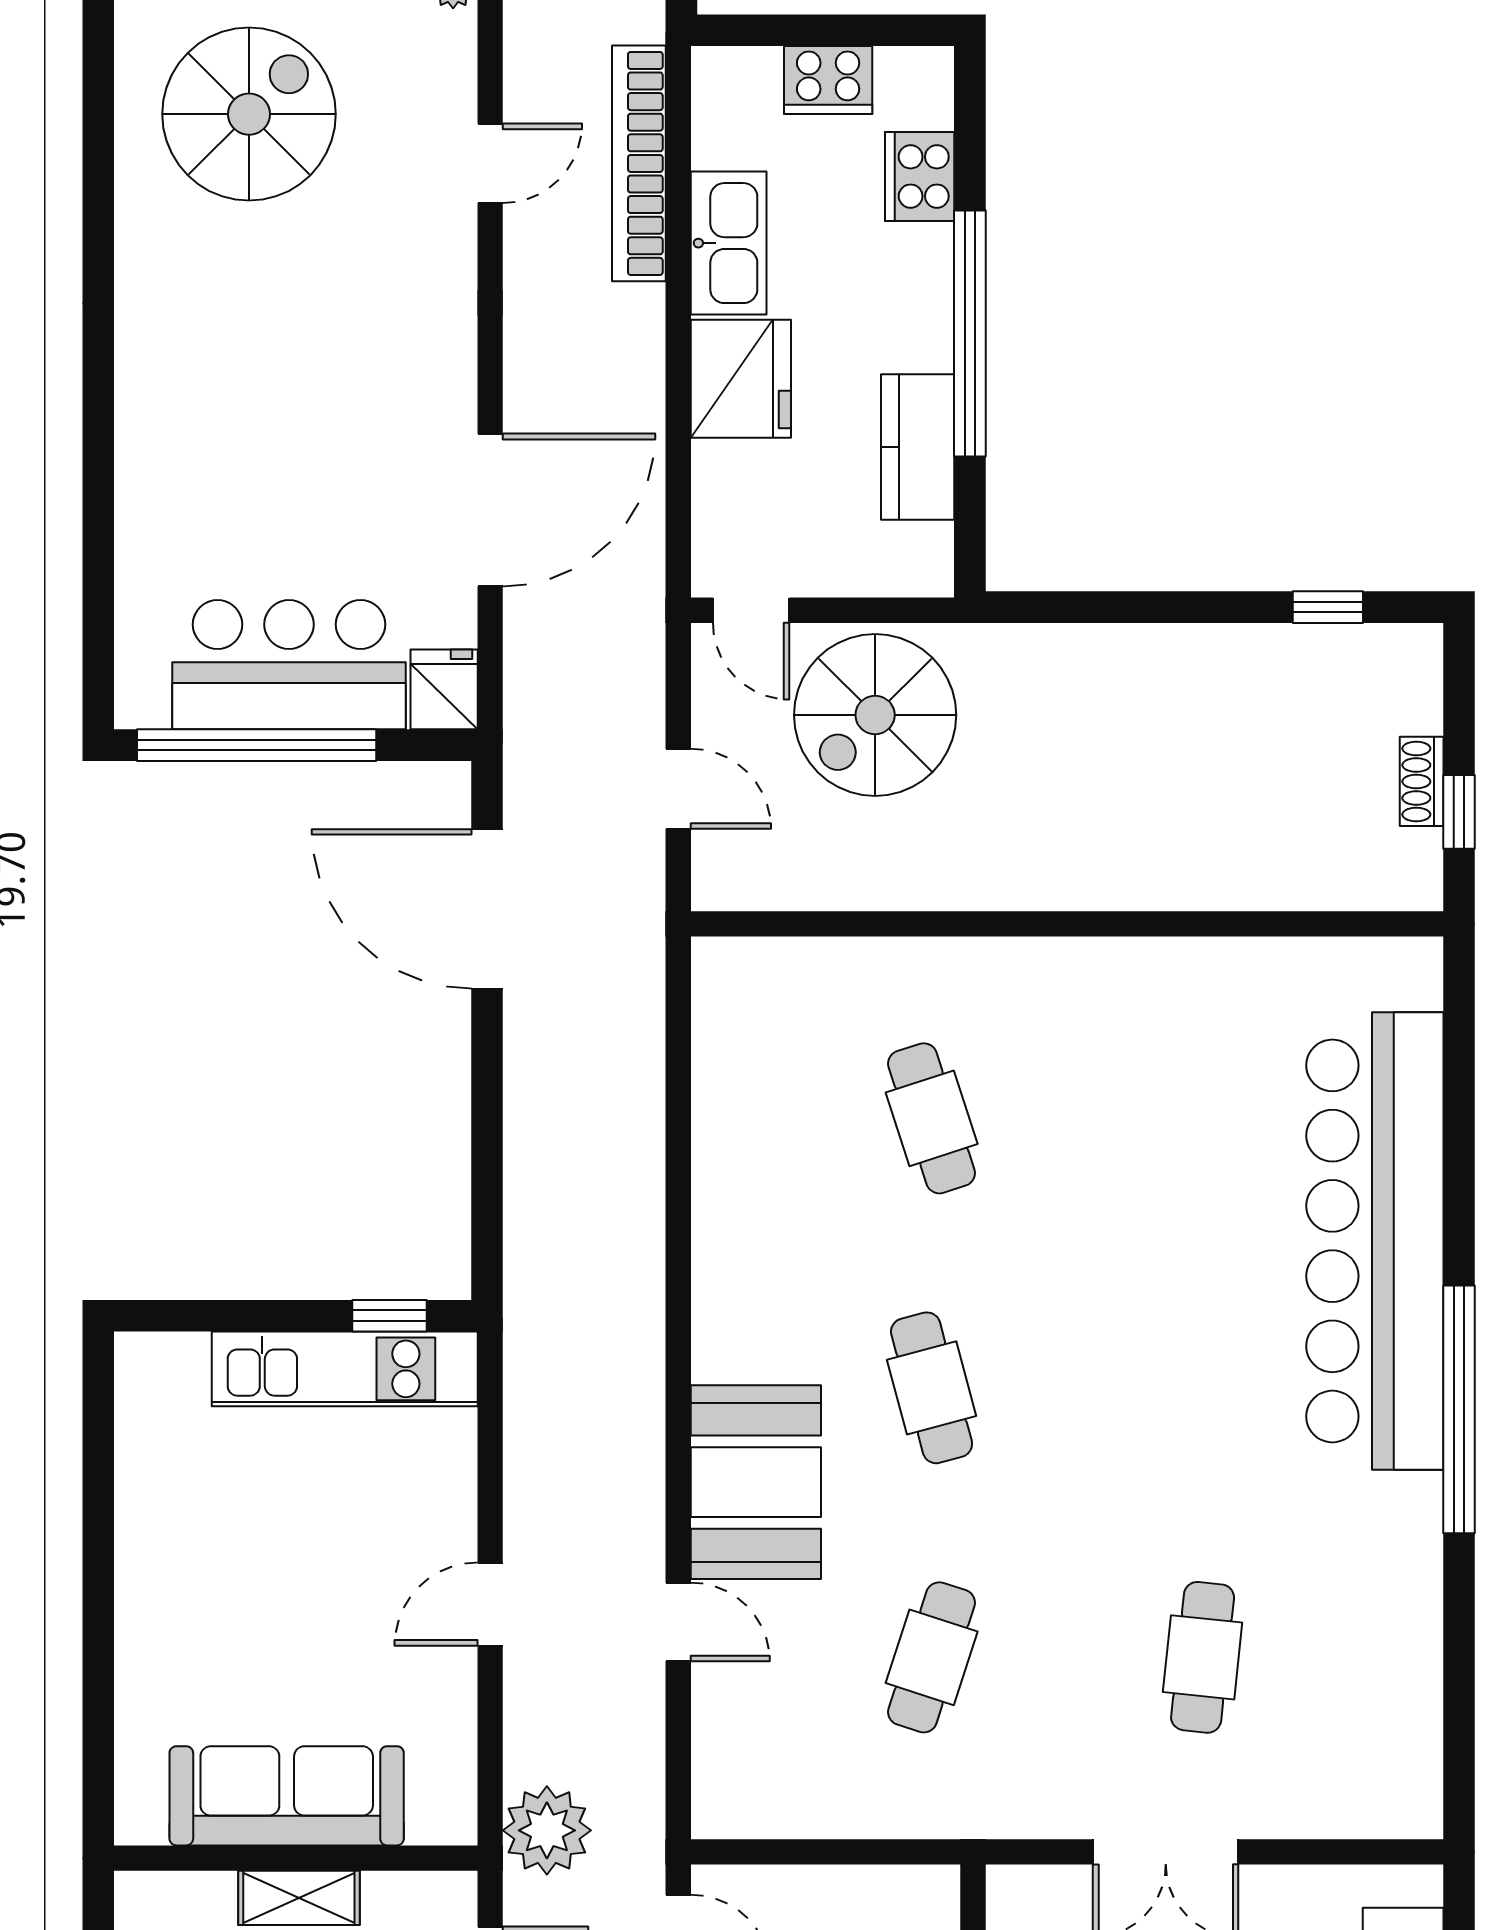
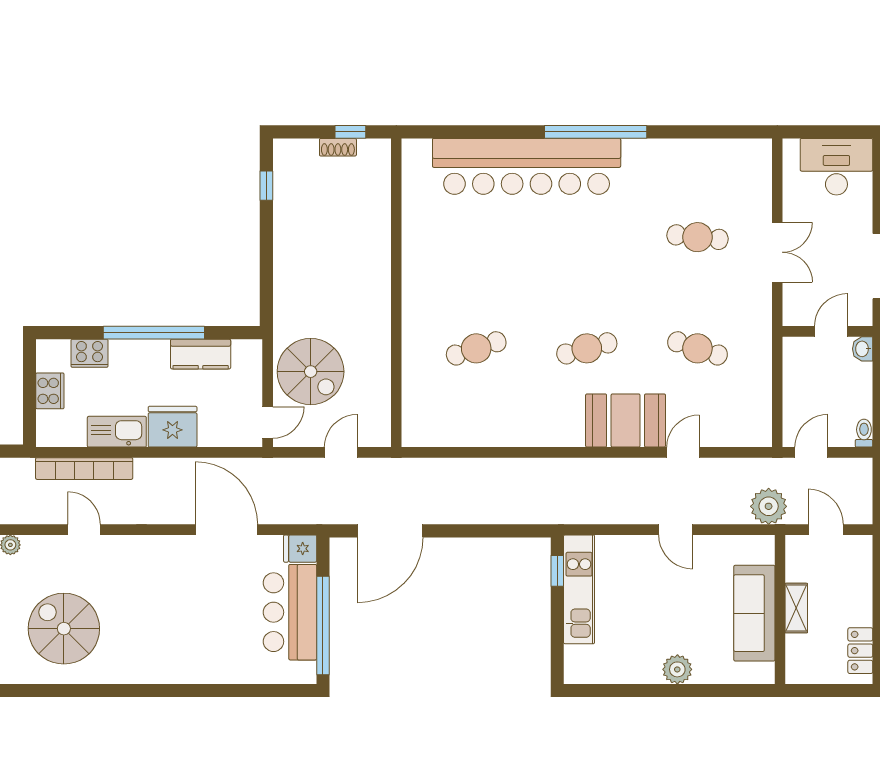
plant: (150, 1608) -> (677, 669), added

